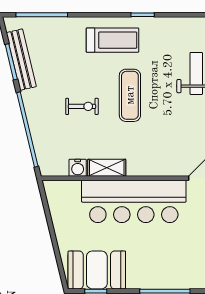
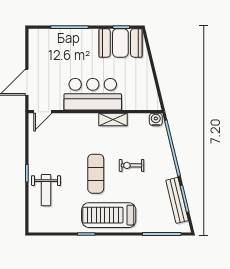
treadmill: (113, 40) -> (109, 215), width x1.37, depth x1.38
water cooler: (78, 168) -> (156, 119), moved
bar counter: (134, 201) -> (93, 94), width x0.73

